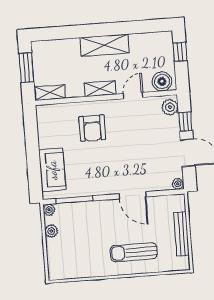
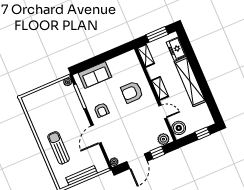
shelving: (105, 45) -> (190, 82), width x1.47
freezer: (54, 49) -> (176, 49), added
armchair: (103, 177) -> (102, 110), added
plant: (51, 231) -> (54, 88), removed

